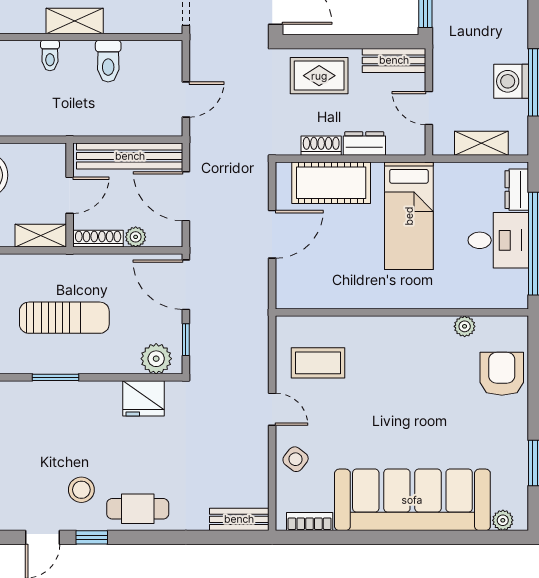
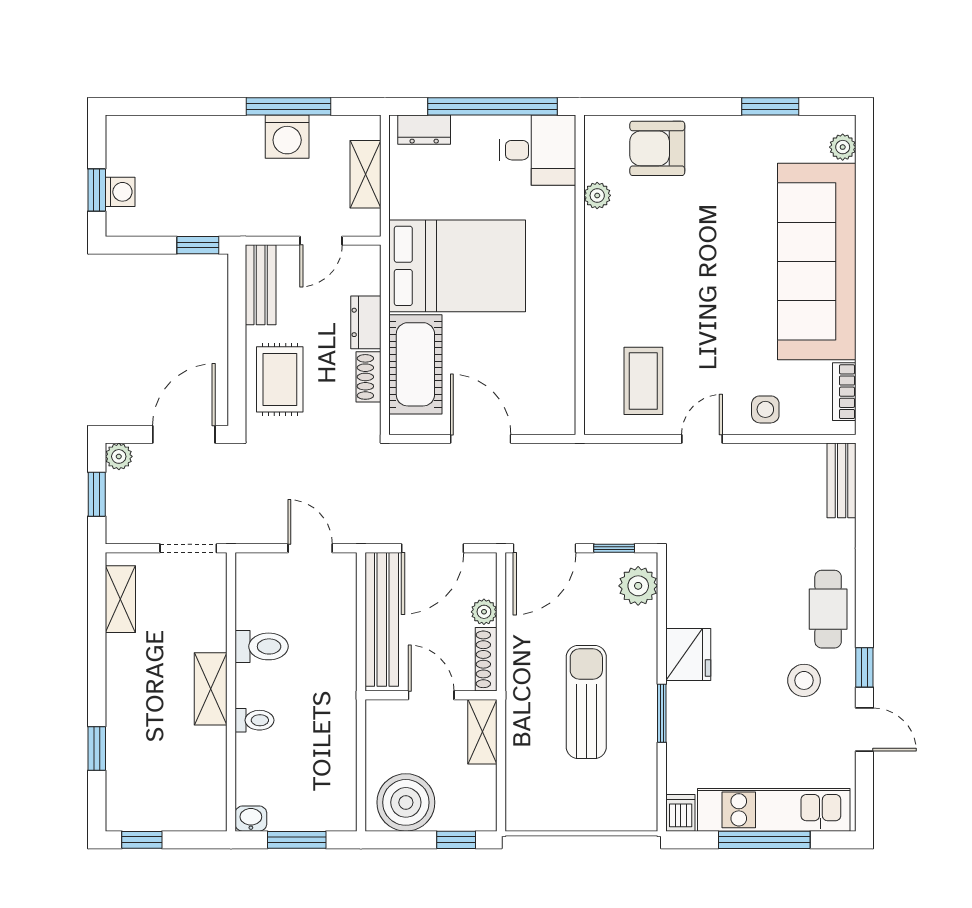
bed: (409, 216) -> (457, 266), width x1.50
desk: (498, 240) -> (538, 150), moved, turned 90
fridge: (143, 398) -> (688, 655), moved
side table: (296, 459) -> (765, 409), turned -38

